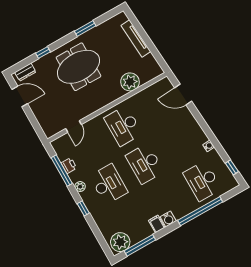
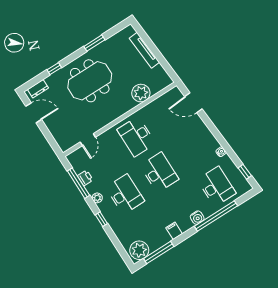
desk: (145, 164) -> (159, 172), turned 180
desk: (202, 181) -> (216, 186), turned 180
water cooler: (168, 219) -> (197, 218), moved

